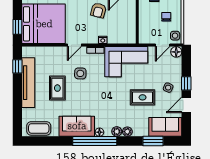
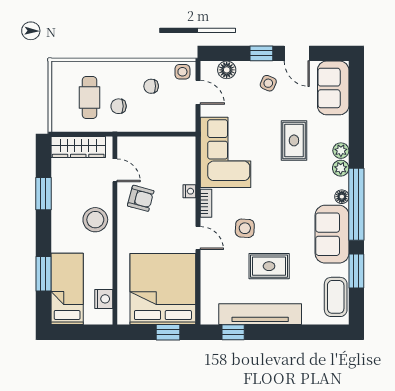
floor lamp: (176, 52) -> (227, 70), moved
rug: (143, 97) -> (294, 140), moved
window: (153, 141) -> (356, 271), moved

